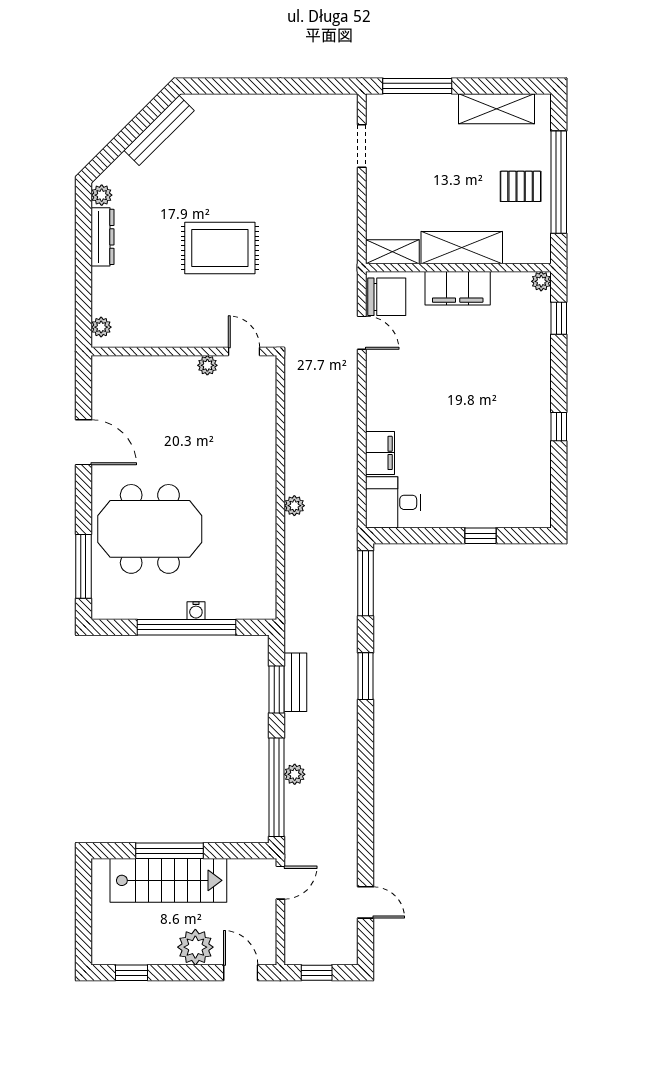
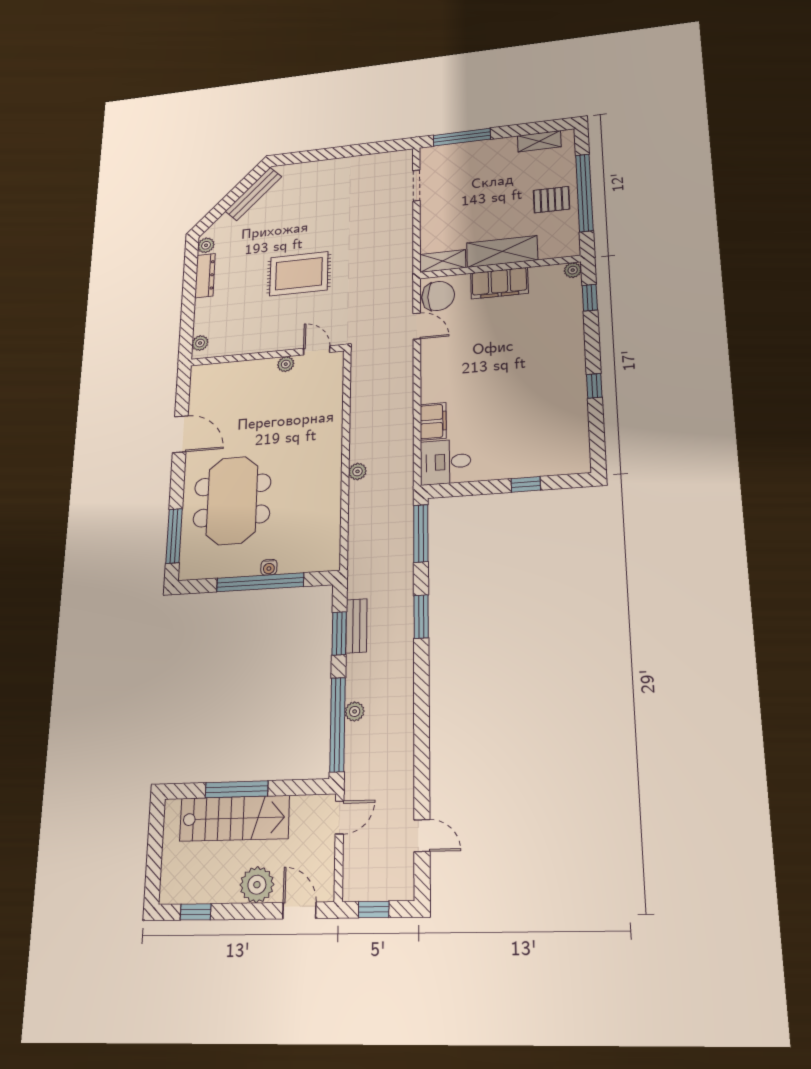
shelving: (497, 109) -> (539, 141), width x0.67, depth x0.75
meeting table: (150, 529) -> (232, 500), turned 90

